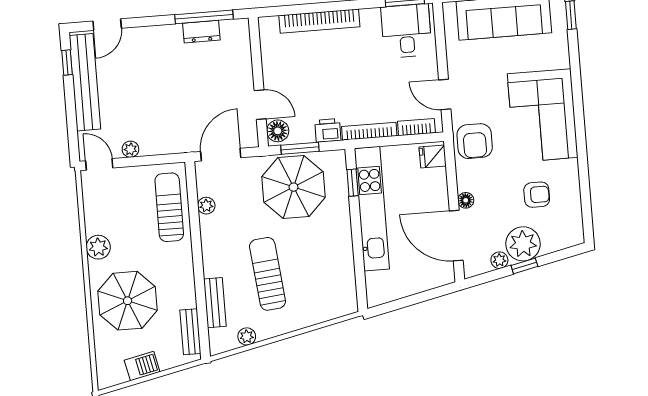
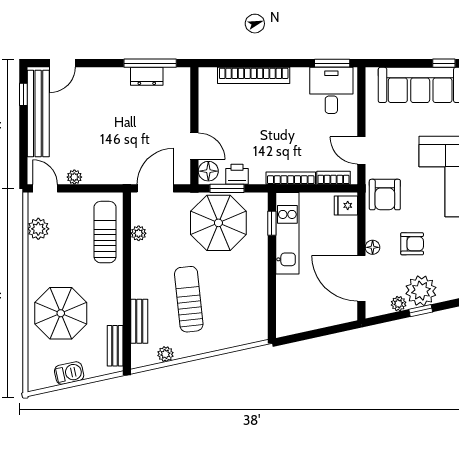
printer: (328, 130) -> (237, 174), moved
armchair: (537, 195) -> (412, 244), moved
kitchen unit: (372, 209) -> (287, 233), width x0.73
plant: (98, 247) -> (38, 229), moved

